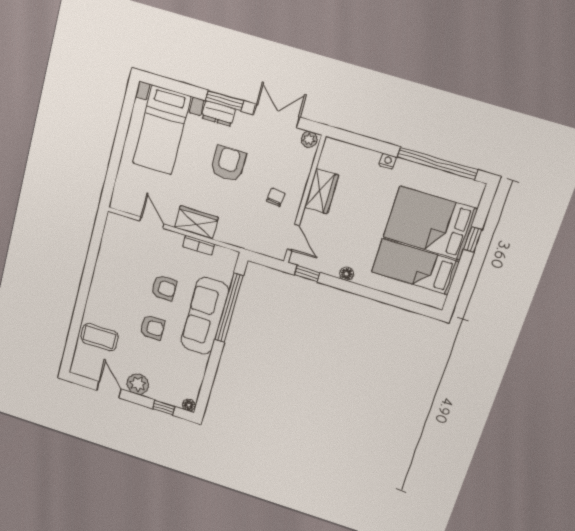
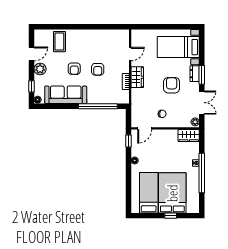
armchair: (228, 164) -> (172, 85), turned -90
window: (437, 164) -> (202, 173), moved
wardrobe: (321, 191) -> (189, 136), moved
sofa: (205, 316) -> (66, 95), moved

